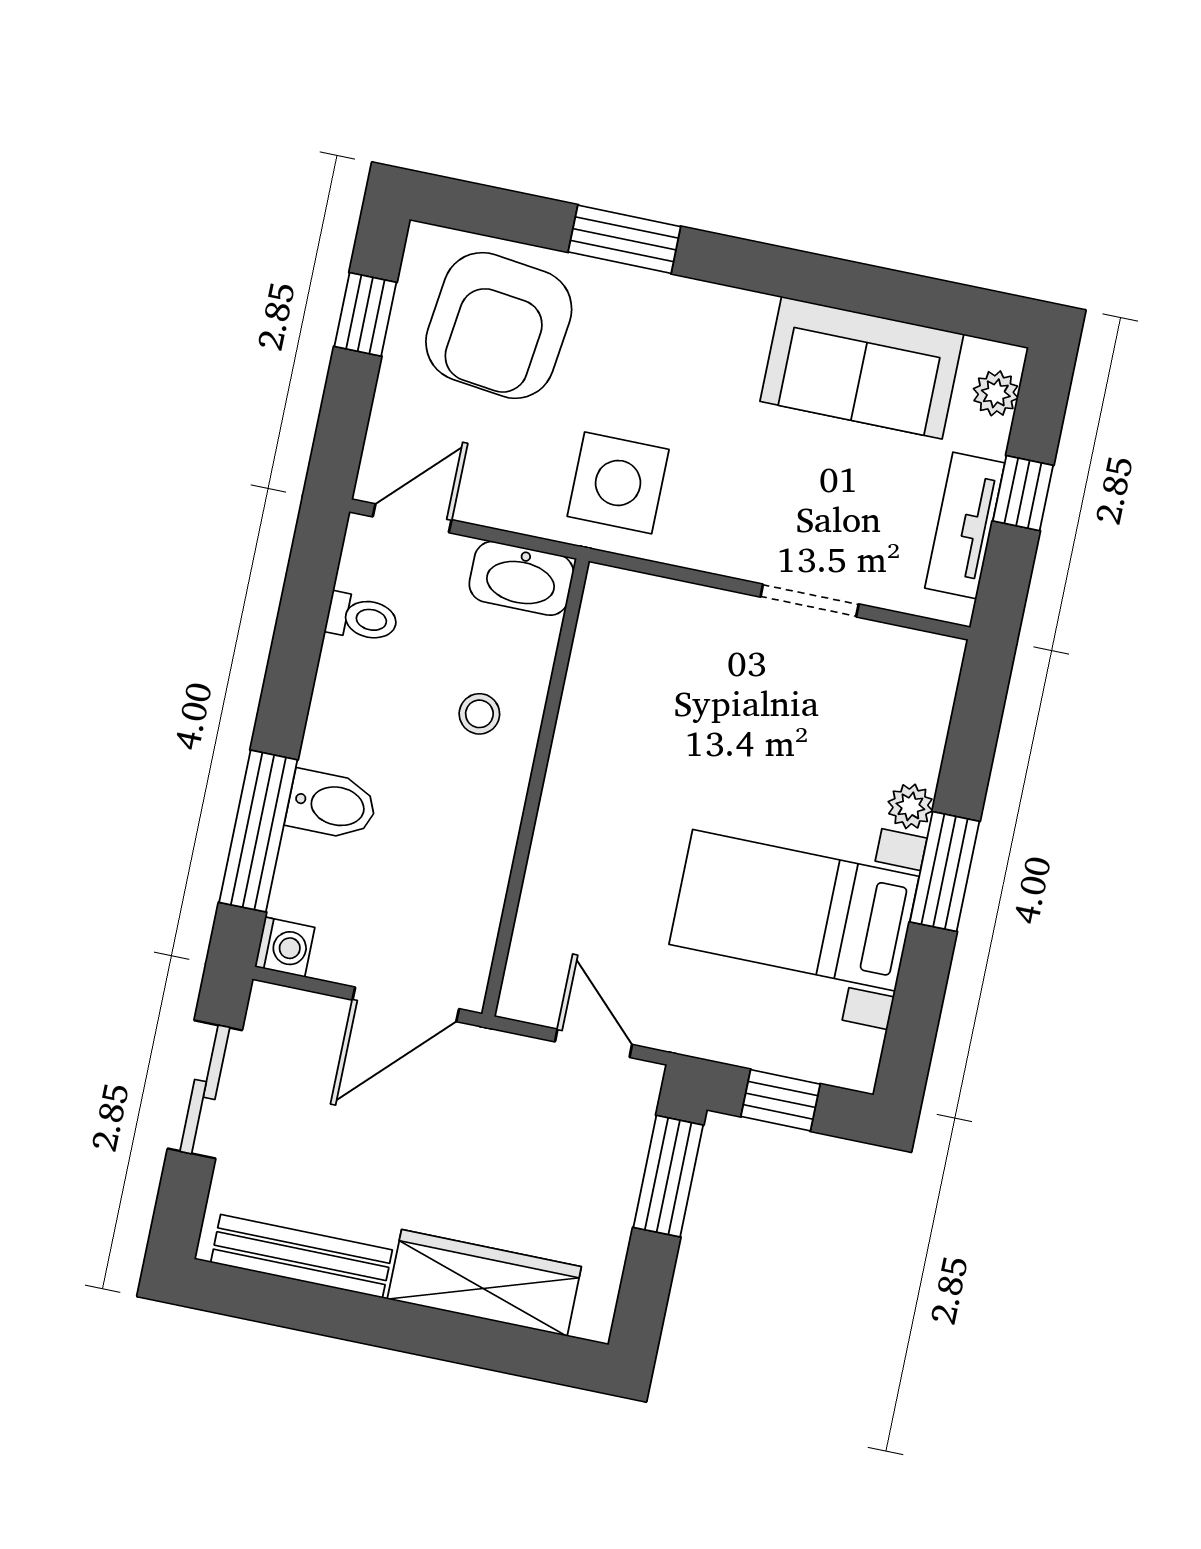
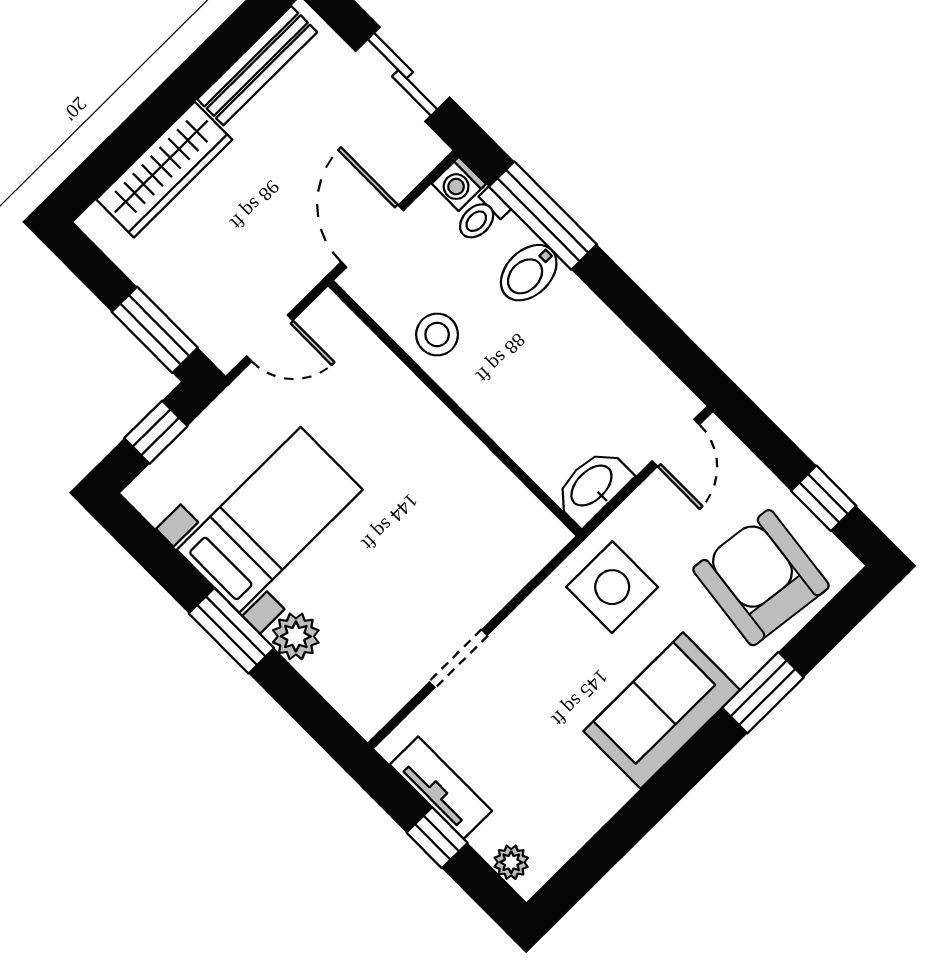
sofa: (862, 368) -> (662, 711), moved
toilet: (362, 618) -> (481, 216), moved
stool: (479, 714) -> (437, 335), moved, width x1.37, depth x1.37
plant: (910, 806) -> (296, 636), width x1.38, depth x1.38

